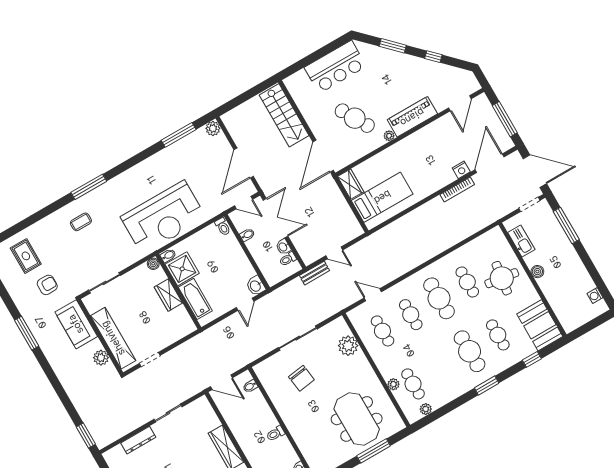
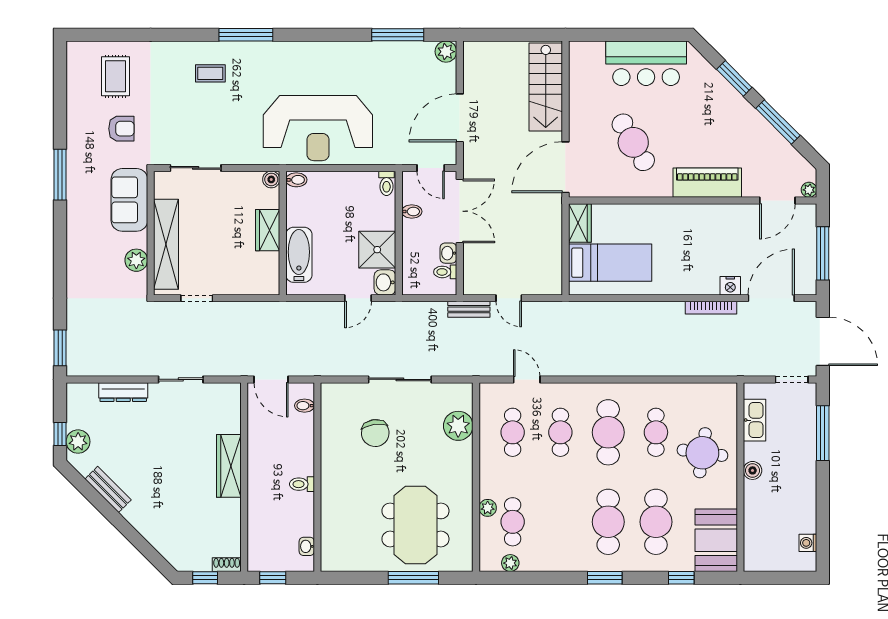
window: (433, 57) -> (778, 122), width x2.17
plant: (389, 136) -> (809, 190), moved
shower: (182, 269) -> (377, 250), moved
cafe table: (498, 335) -> (656, 522), width x1.37, depth x1.35

